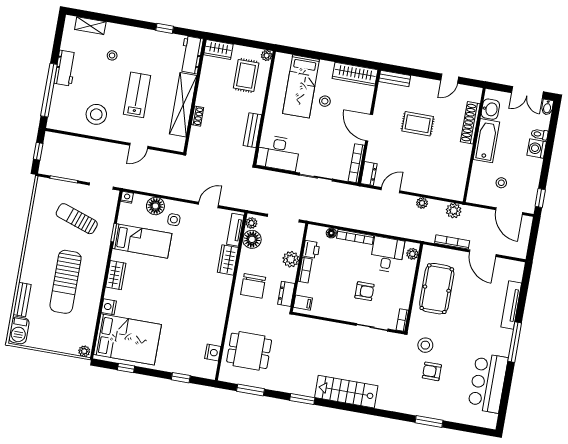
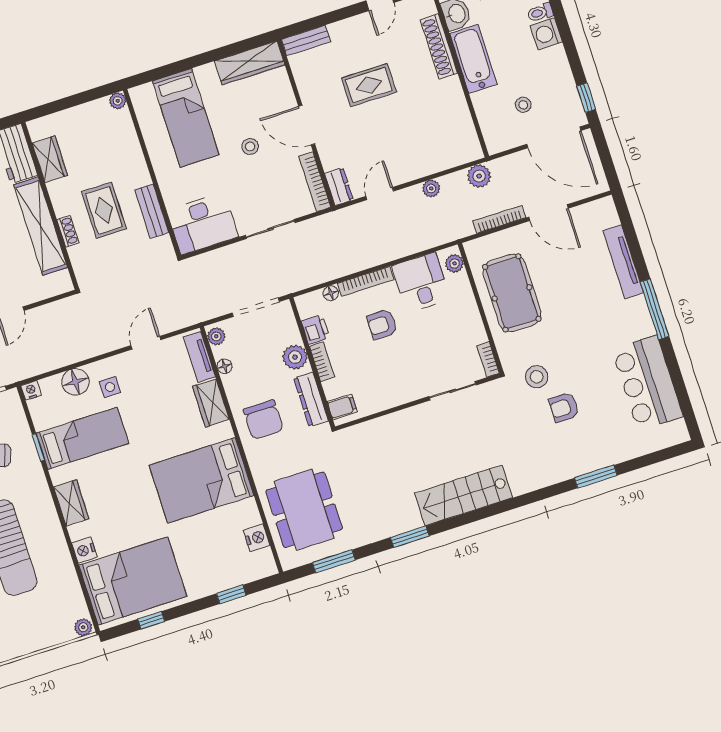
wardrobe: (218, 49) -> (50, 159), moved, turned -90
rug: (246, 76) -> (104, 210), moved
stool: (325, 101) -> (250, 146), moved
door: (509, 211) -> (554, 137), width x1.36
floor lamp: (252, 239) -> (224, 366), width x0.53, depth x0.53
armchair: (364, 291) -> (382, 324), moved, turned 180
dresser: (286, 294) -> (311, 399), width x1.44
bed: (198, 302) -> (201, 480), added
dining table: (249, 351) -> (304, 510), width x1.37

